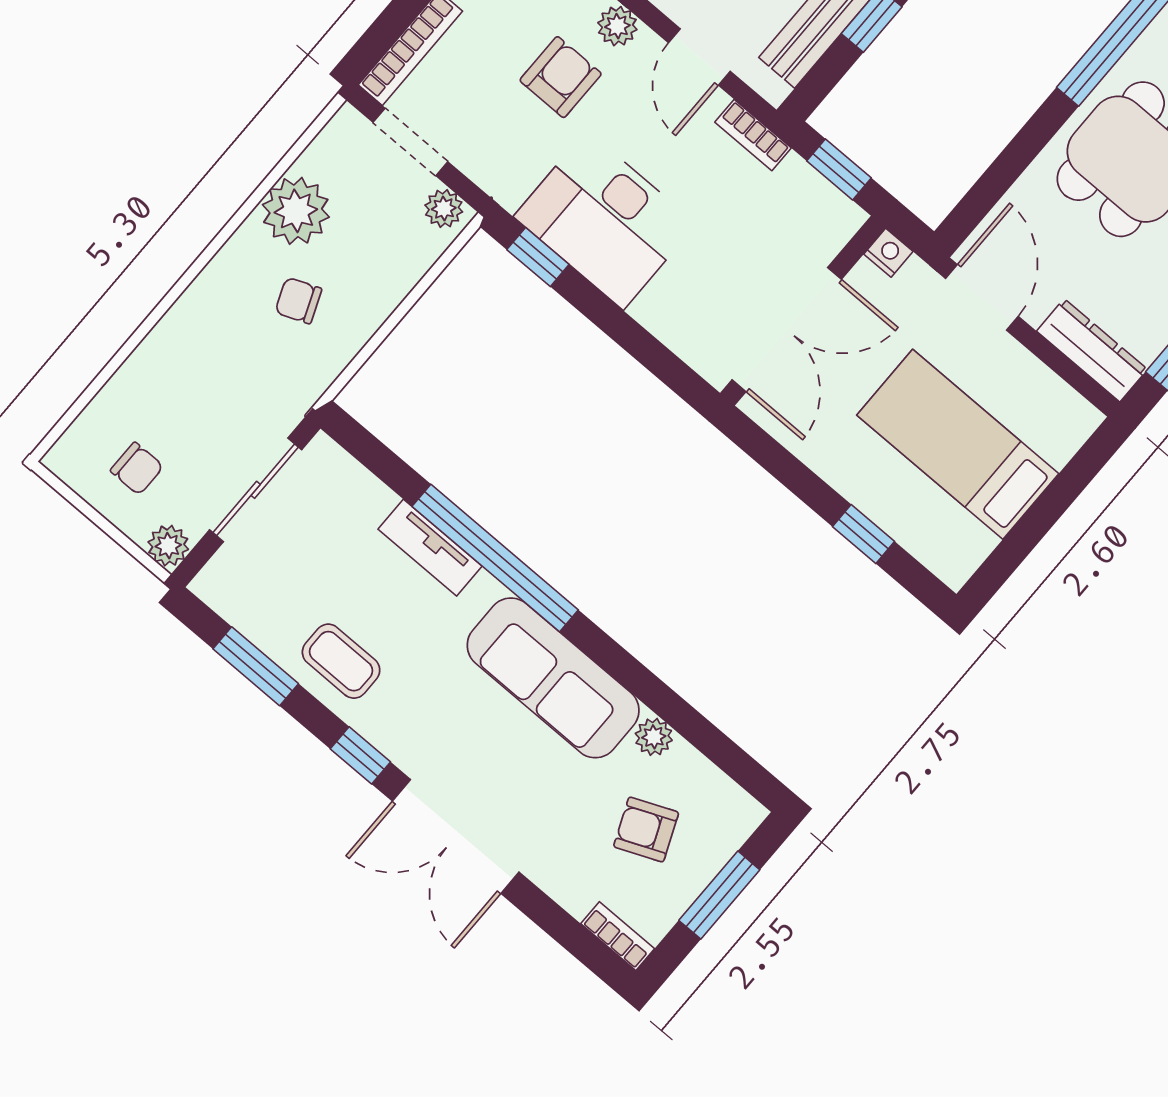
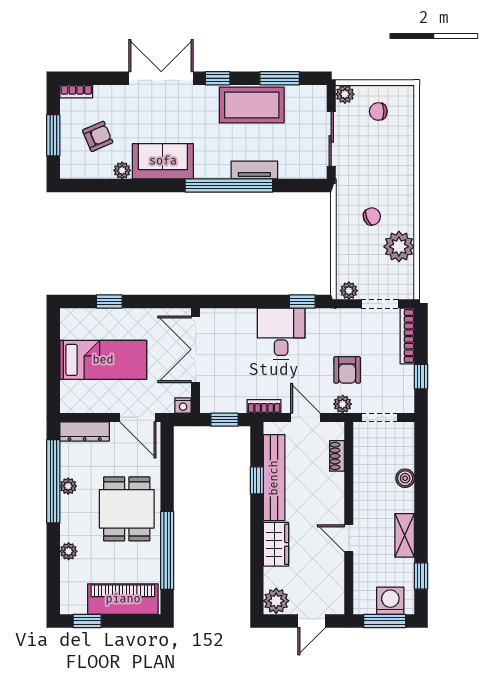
desk: (605, 220) -> (281, 334), width x0.73
coffee table: (341, 661) -> (252, 105), width x1.86, depth x1.72
sofa: (553, 678) -> (163, 161), width x0.73

